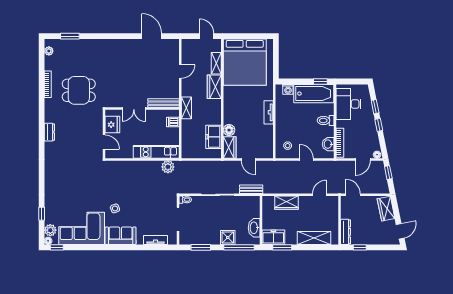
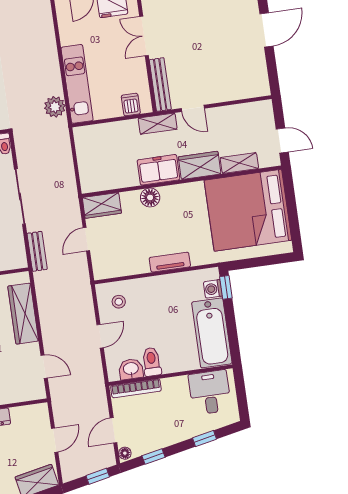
door: (152, 36) -> (267, 30), moved
door: (207, 36) -> (282, 140), hinge flipped
door: (180, 71) -> (193, 108), moved
window: (320, 81) -> (226, 287), moved
desk: (348, 104) -> (210, 392), width x0.73
toilet: (326, 120) -> (152, 362), moved
window: (379, 125) -> (154, 457), moved
floor lamp: (229, 130) -> (150, 197), moved
freezer: (214, 137) -> (159, 170), moved
door: (363, 159) -> (114, 430), hinge flipped
door: (353, 195) -> (55, 440), moved
wardrobe: (287, 203) -> (23, 314), width x1.50

